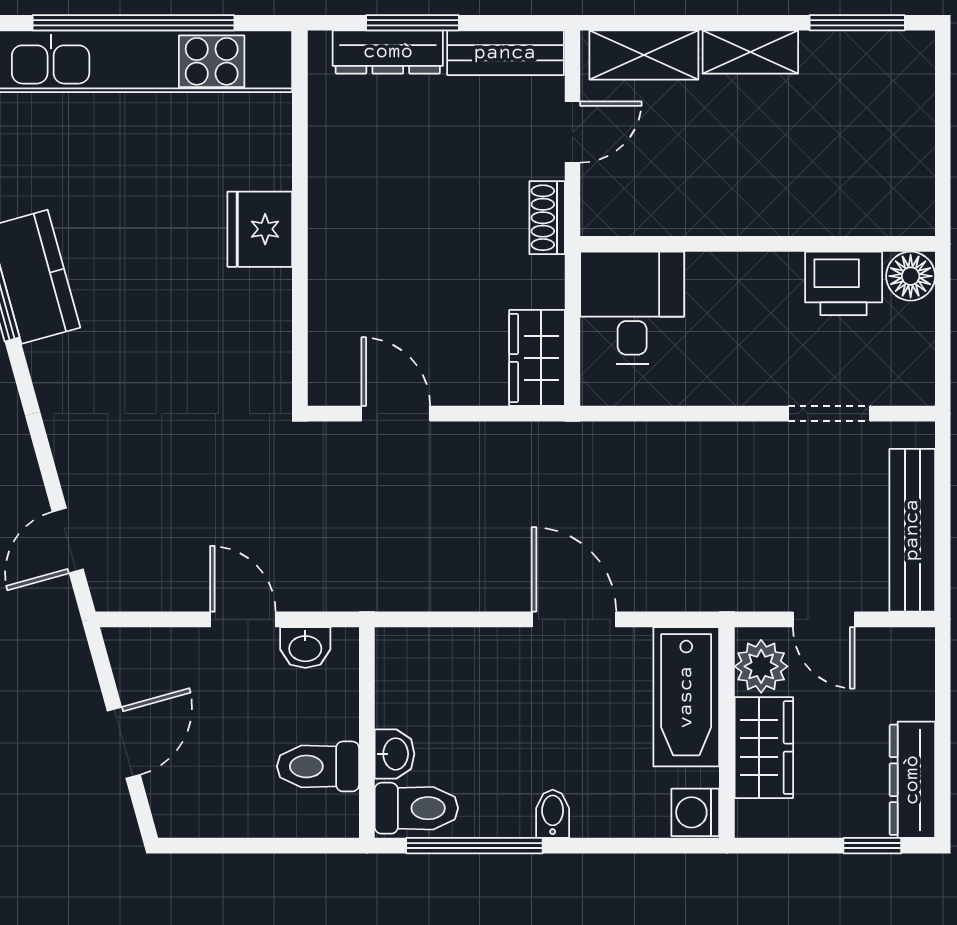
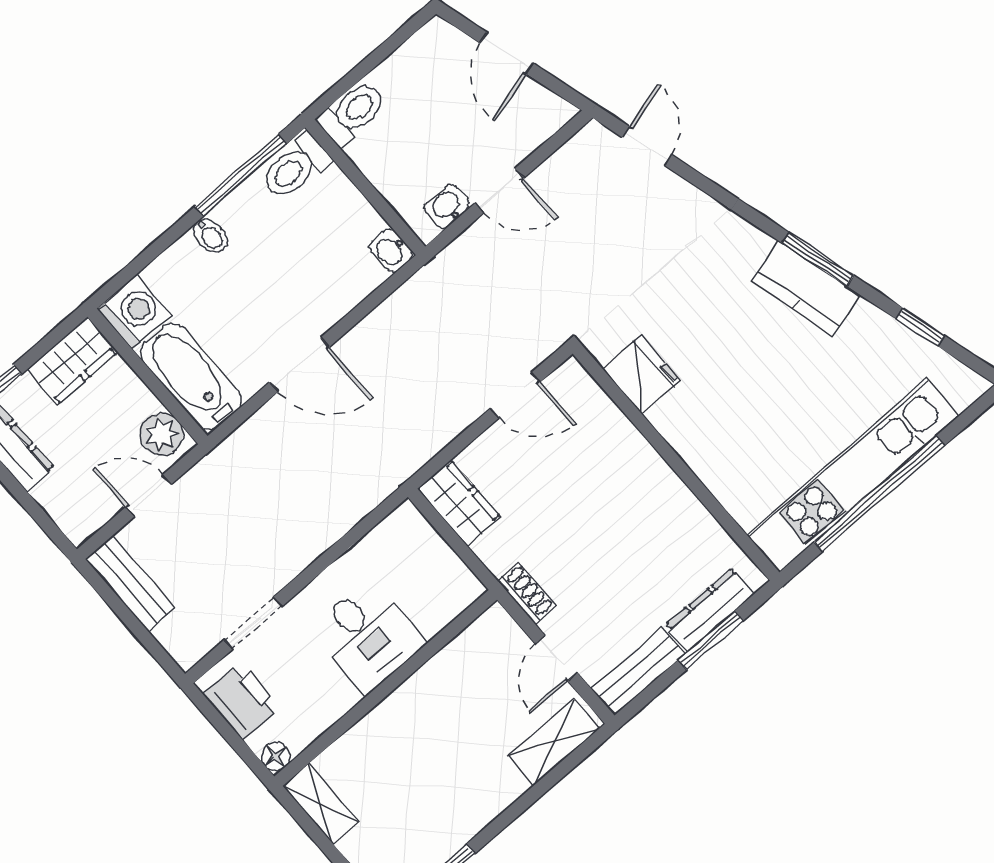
shelving: (750, 52) -> (321, 804), moved, turned 90
fridge: (260, 229) -> (642, 375), moved
floor lamp: (911, 276) -> (276, 756), width x0.73, depth x0.73
printer: (844, 283) -> (242, 700), moved, turned 90
desk: (632, 308) -> (367, 637), moved
bench: (912, 530) -> (130, 583), width x0.73
wardrobe: (764, 748) -> (72, 361), moved, turned -90
washbasin: (394, 754) -> (391, 251), moved
toilet: (318, 766) -> (352, 113), moved
washing machine: (695, 812) -> (135, 312), width x1.38, depth x1.38

